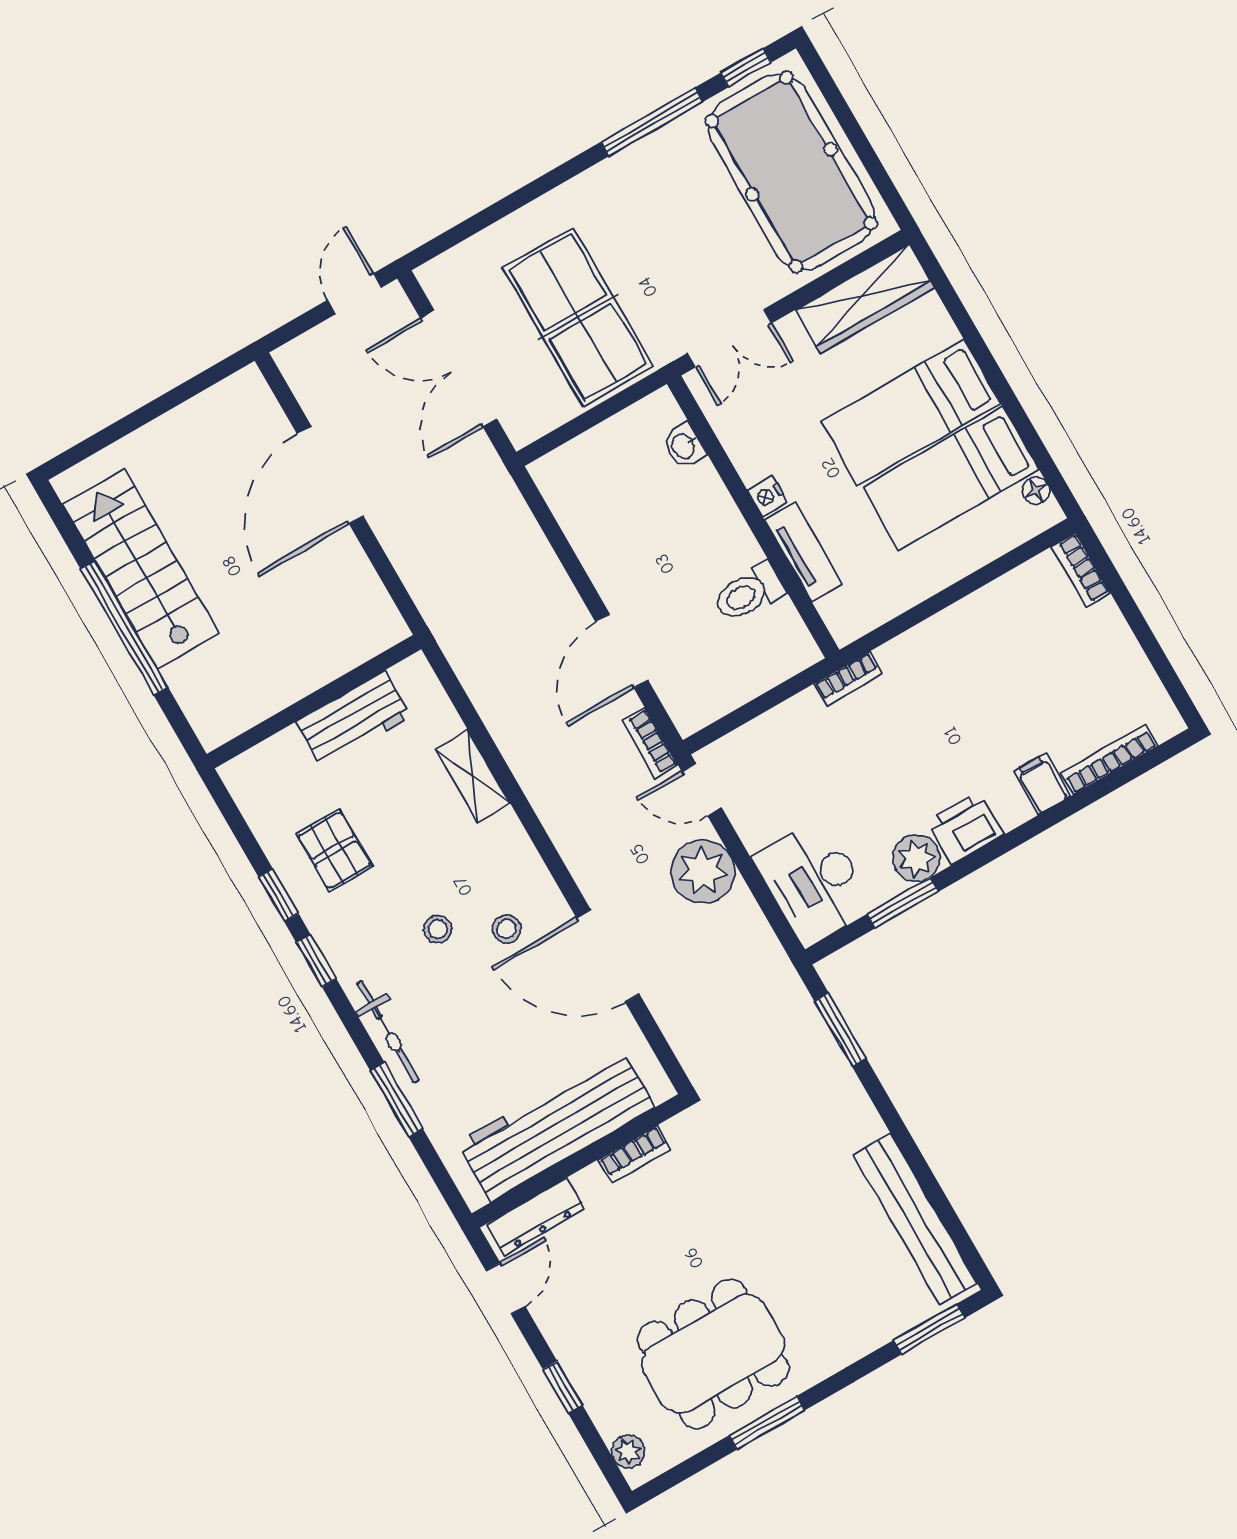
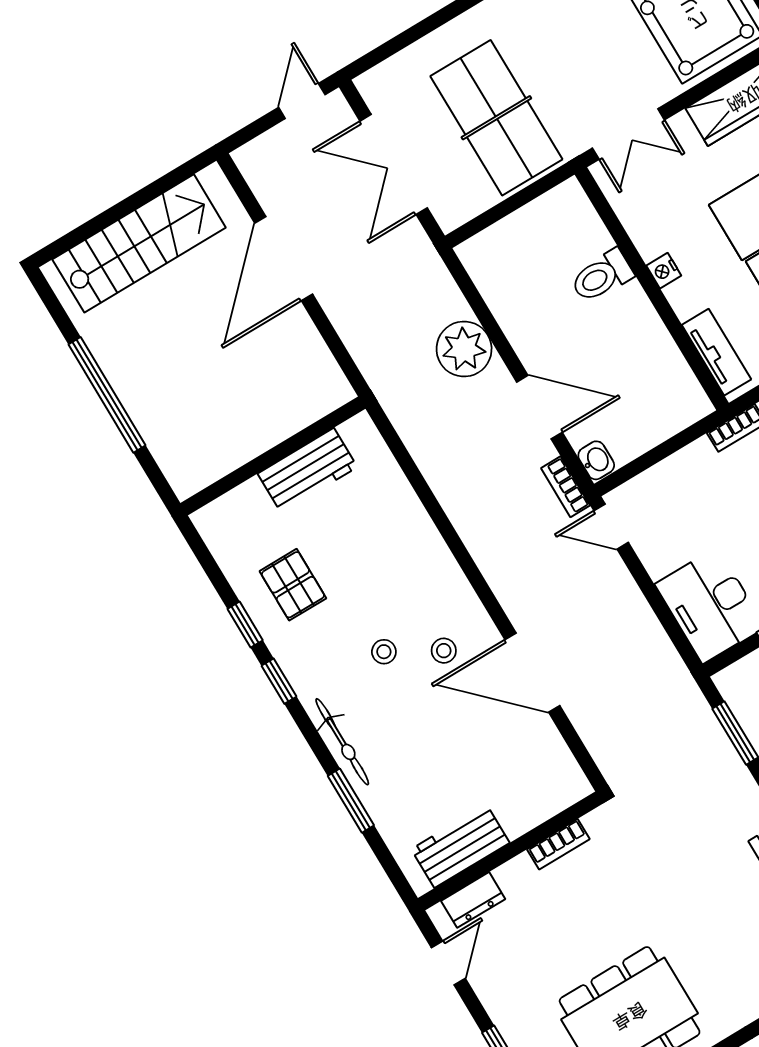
washbasin: (684, 446) -> (596, 460), moved, turned 180
tv unit: (804, 552) -> (716, 352), moved
stairs: (141, 569) -> (139, 243), moved, turned 90
toilet: (749, 593) -> (602, 276), moved
door: (622, 651) -> (540, 407), swing flipped
shelving: (473, 776) -> (412, 518), removed
plant: (703, 871) -> (464, 349), moved
workbench: (556, 1125) -> (460, 846), width x0.53, depth x0.76
dresser: (535, 1217) -> (473, 900), width x0.70

